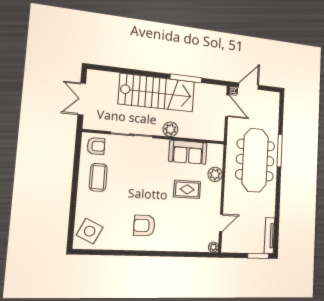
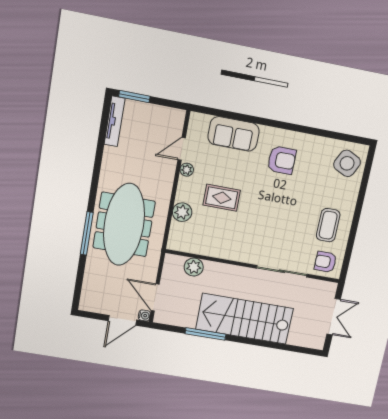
plant: (170, 129) -> (194, 267), moved
sofa: (188, 152) -> (234, 134), moved, turned 180
plant: (213, 247) -> (187, 170), moved

